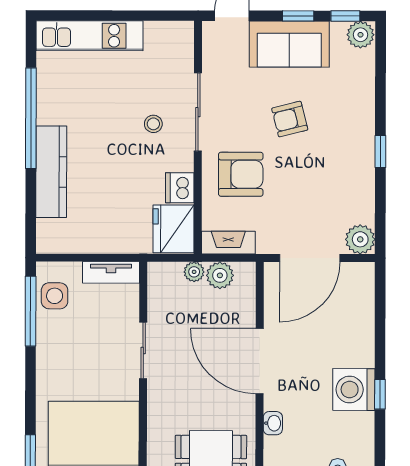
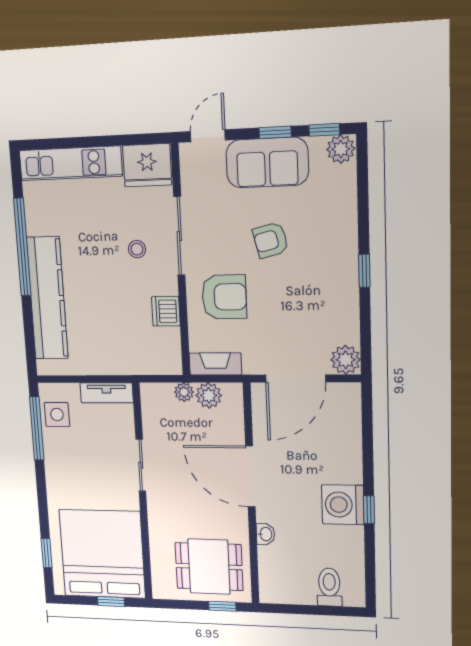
kitchen counter: (51, 172) -> (47, 298), width x1.39, depth x1.17
fridge: (173, 229) -> (147, 165), moved, turned -90

